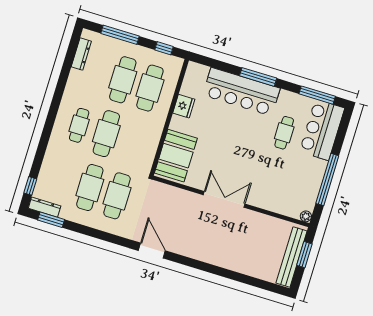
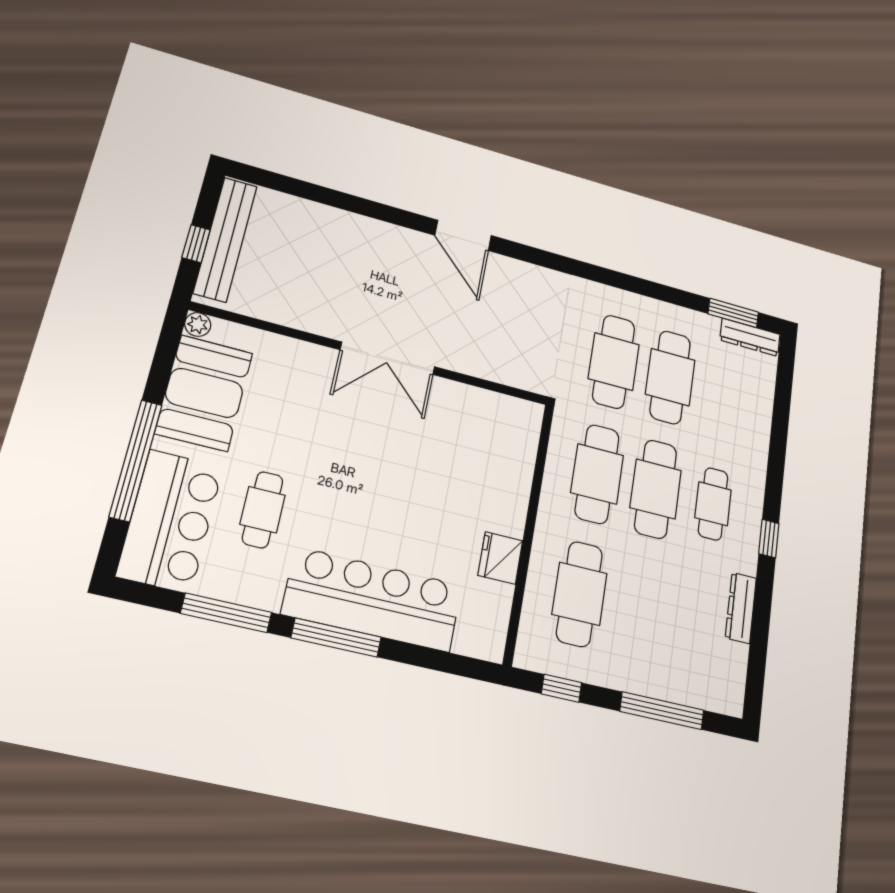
dresser: (81, 54) -> (741, 608), moved
cafe table: (123, 80) -> (597, 474), moved
window: (317, 95) -> (226, 613), moved
booth: (176, 156) -> (204, 393), moved
window: (327, 180) -> (136, 460), moved
window: (30, 186) -> (769, 538), moved
door: (152, 251) -> (463, 235), moved
window: (304, 255) -> (196, 244), width x0.67

